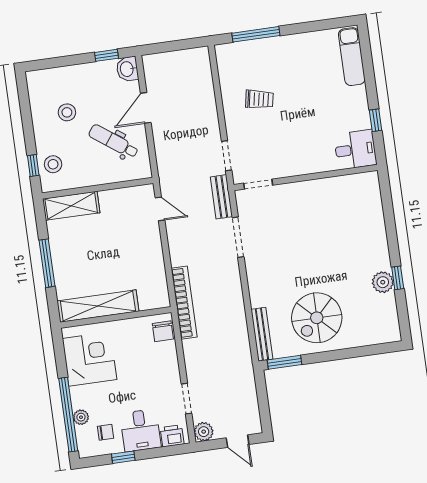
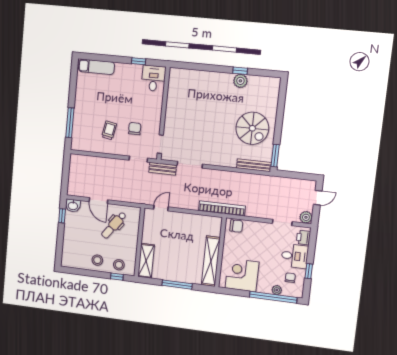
stool: (67, 112) -> (97, 260), moved
chair: (272, 139) -> (135, 129), added

